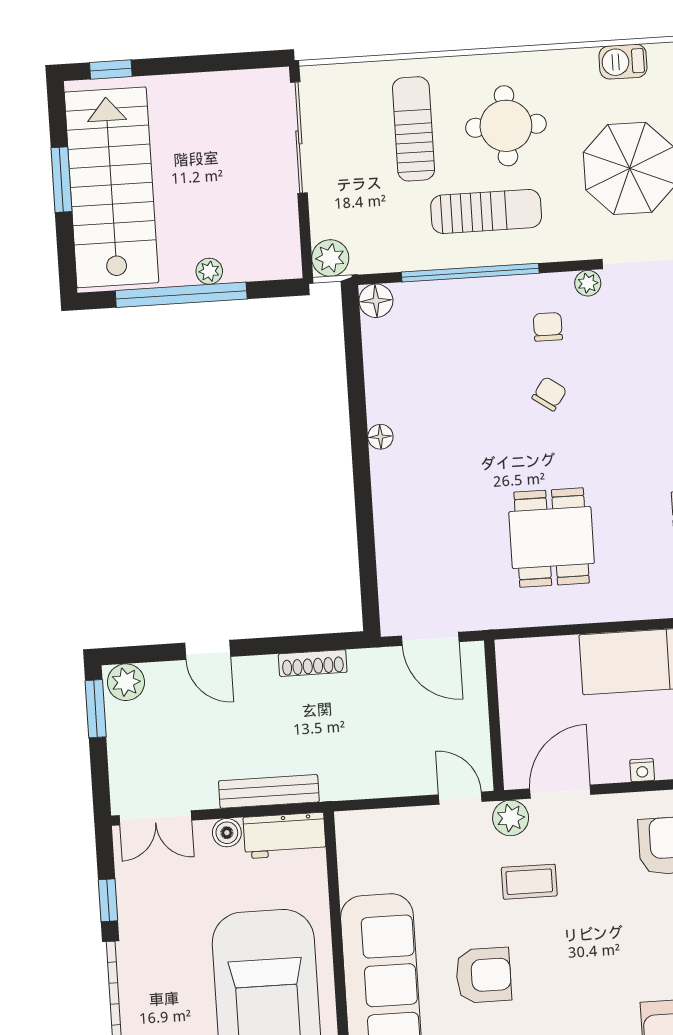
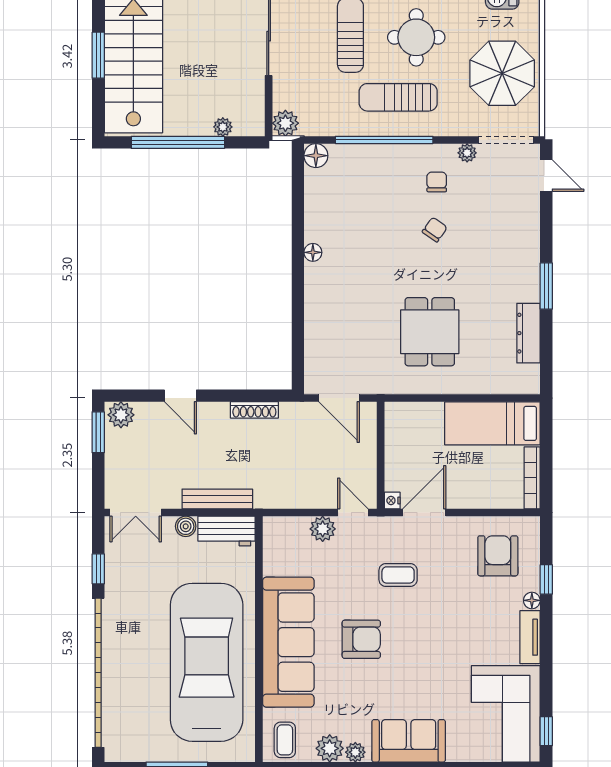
sun lounger: (486, 211) -> (398, 97), turned 180
plant: (209, 271) -> (223, 127), moved
nightstand: (642, 770) -> (392, 500), moved, turned 90
plant: (511, 818) -> (323, 529), moved

